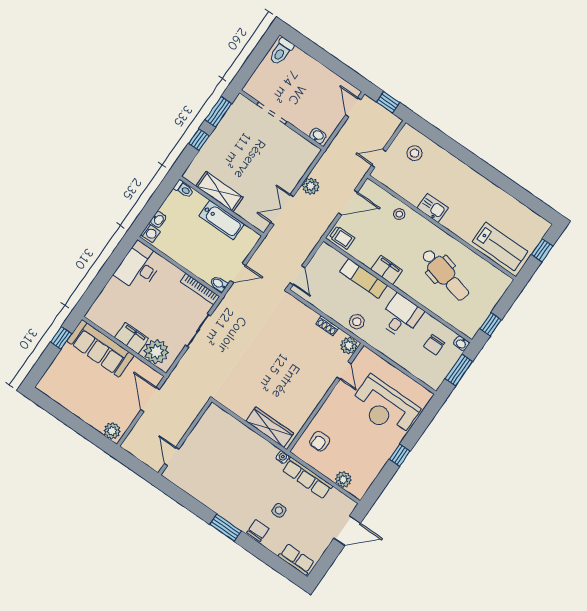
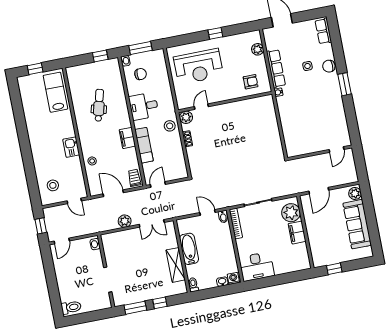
door: (298, 275) -> (158, 185), moved
dental chair: (445, 275) -> (99, 105), width x0.73, depth x0.72
sofa: (100, 348) -> (357, 224), moved, turned 180
reception desk: (385, 407) -> (198, 67), turned 90
wardrobe: (270, 427) -> (270, 115), removed

